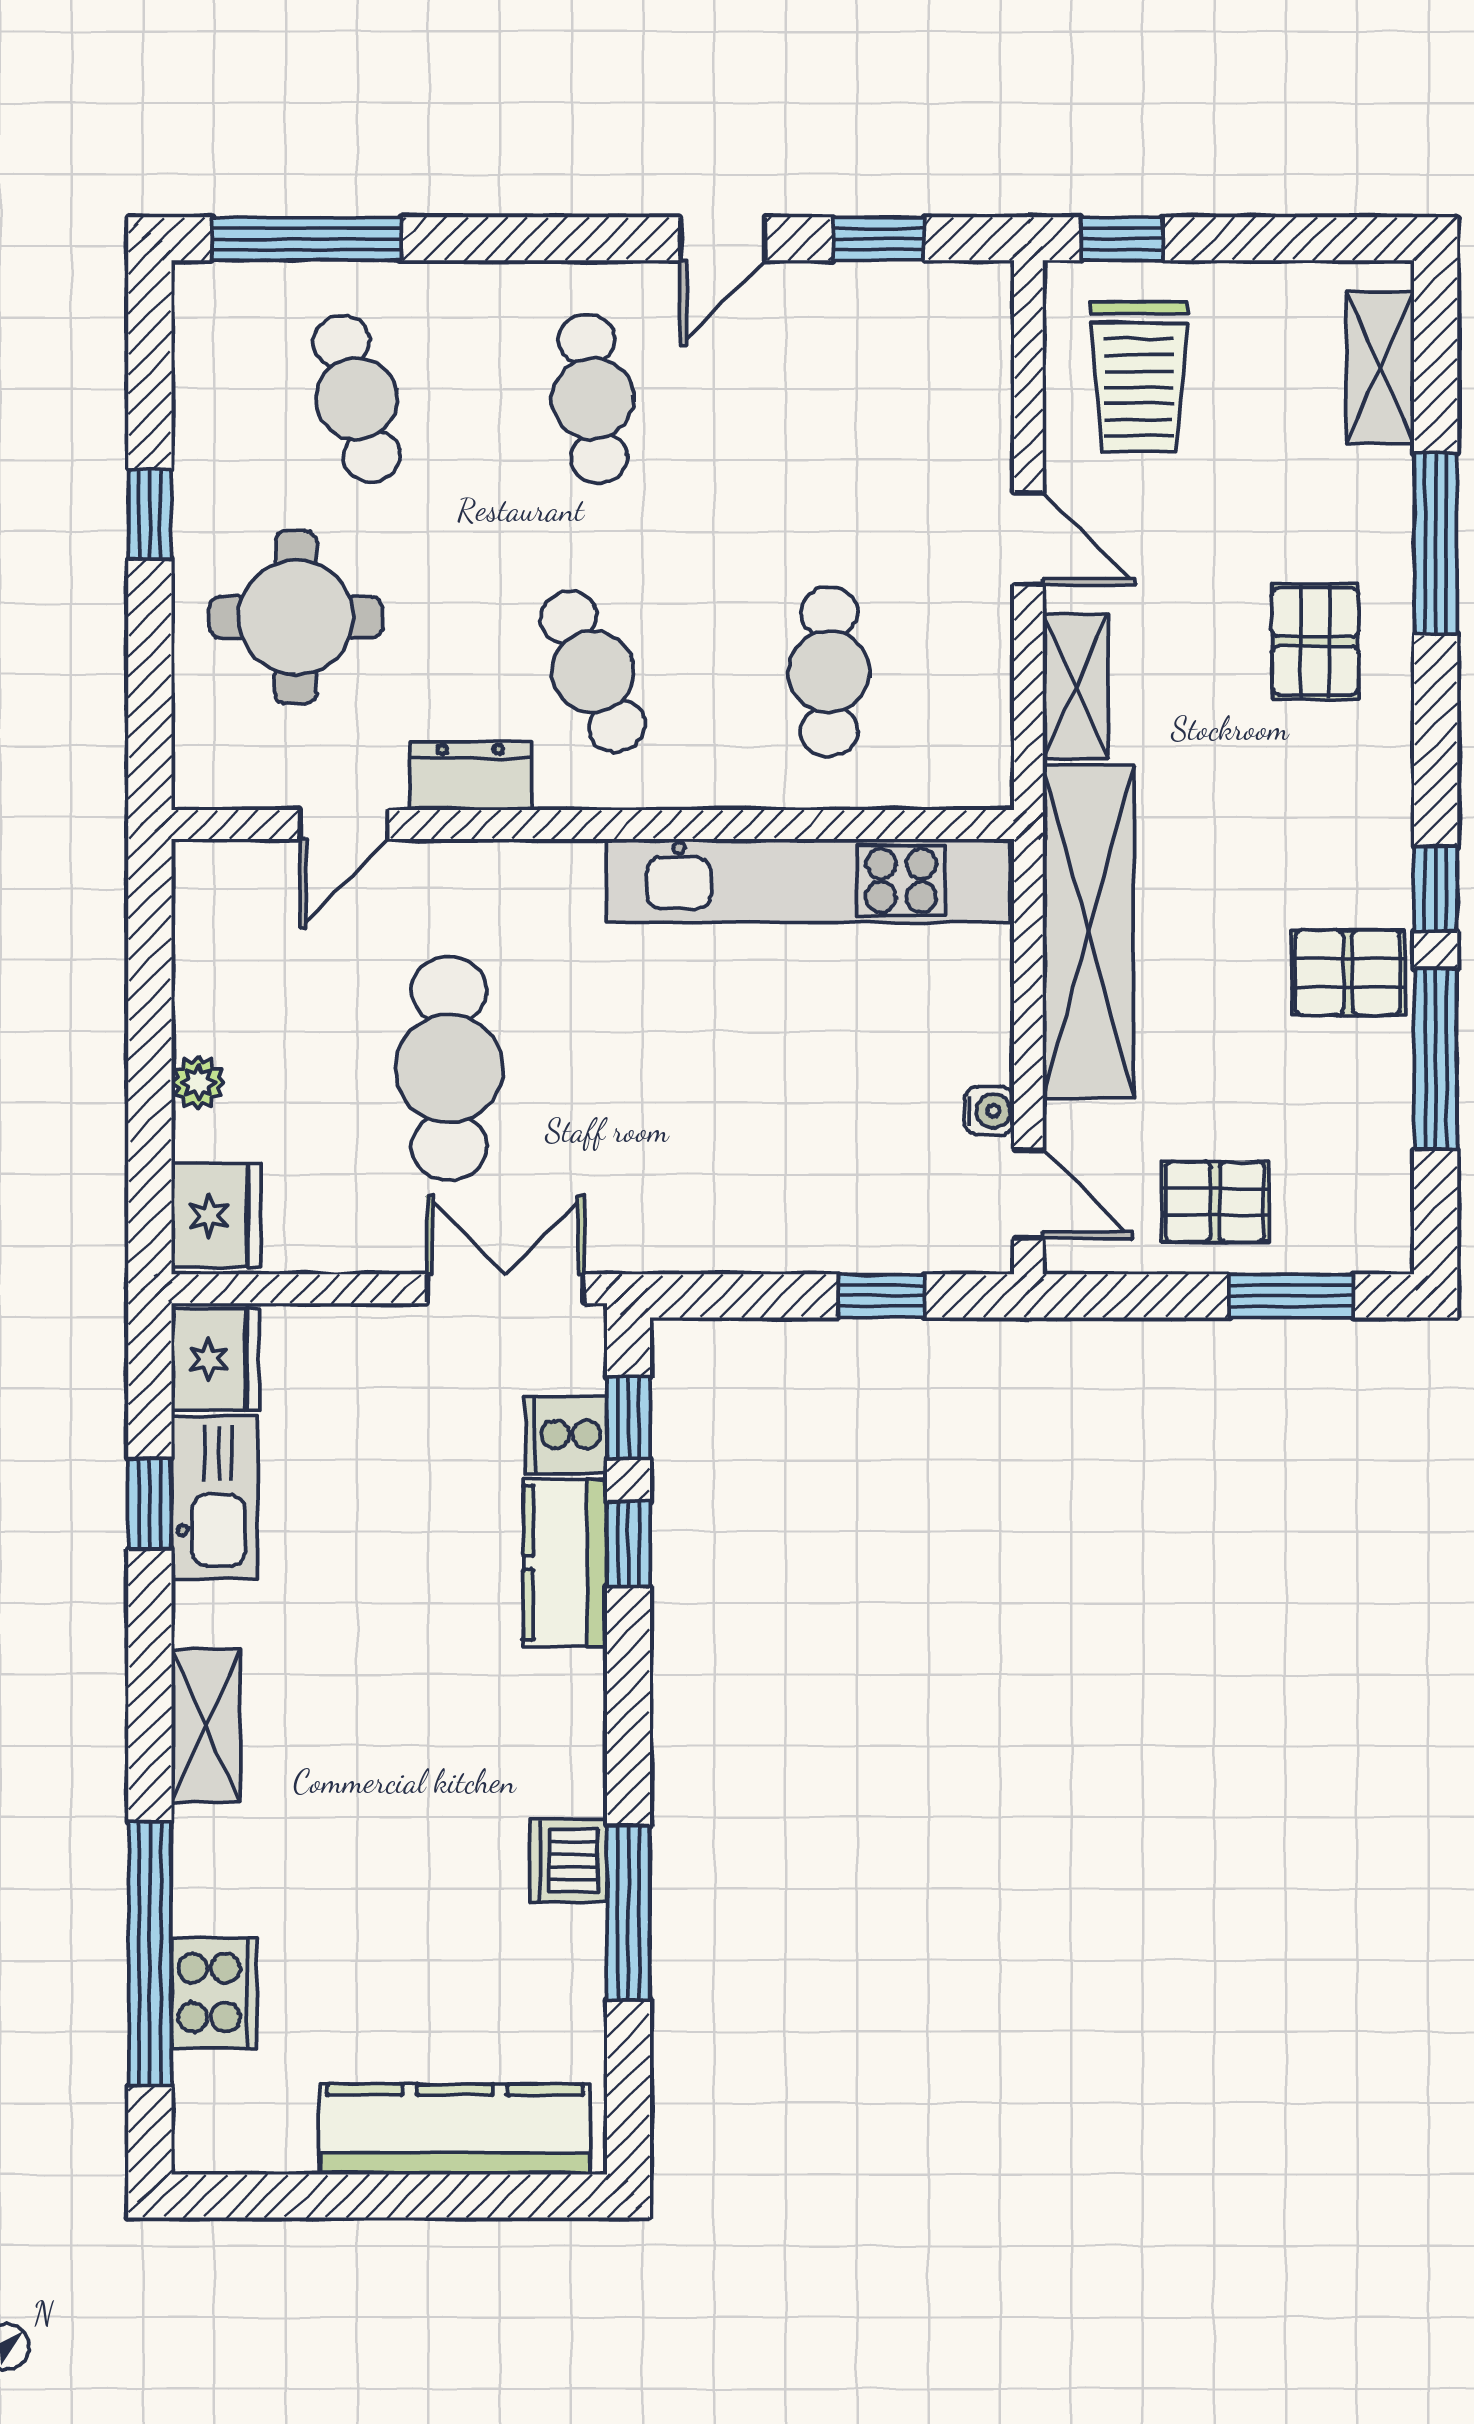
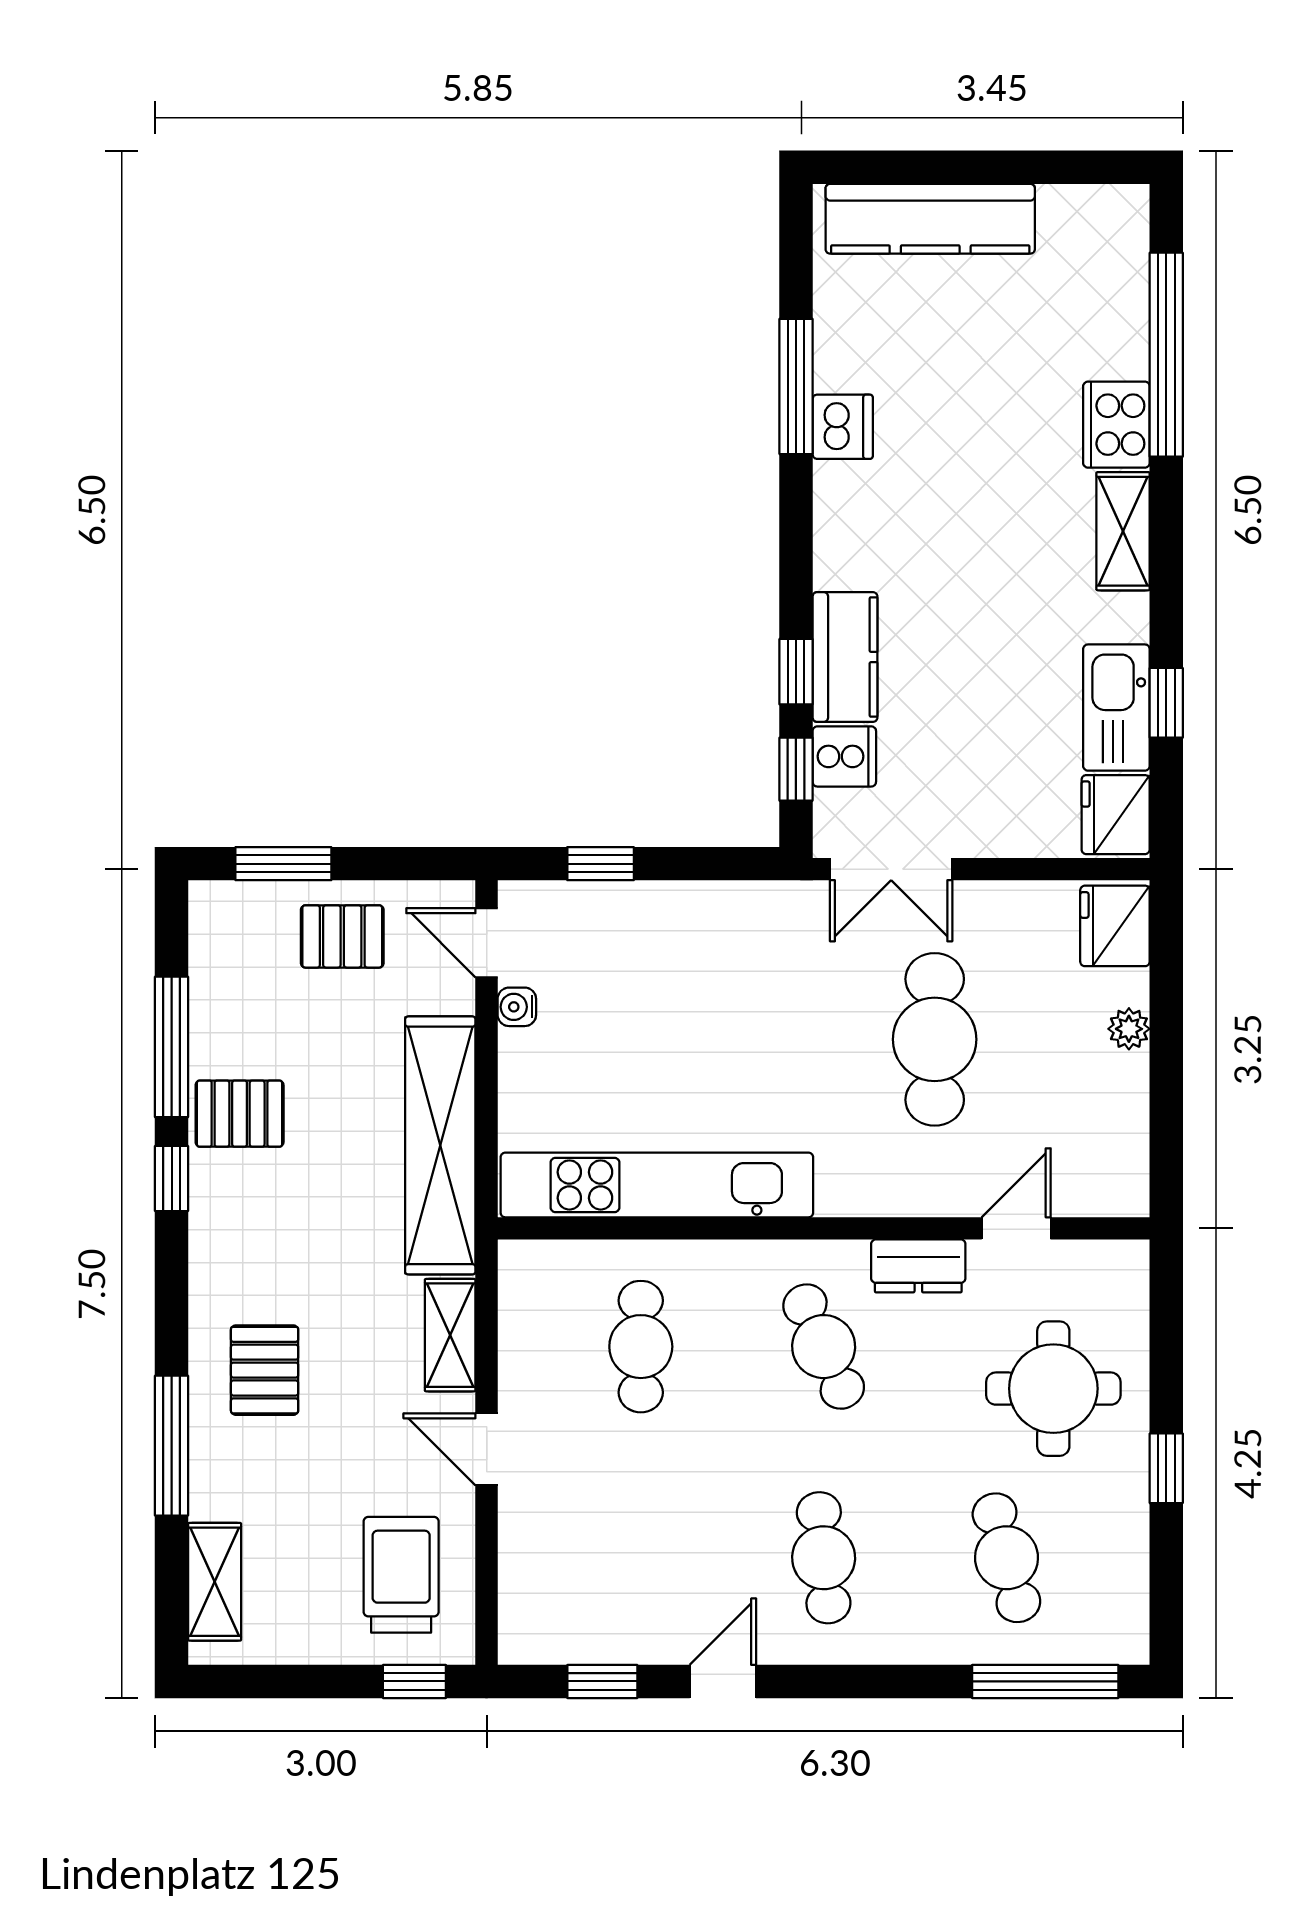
cooker: (214, 1993) -> (1116, 425), moved

